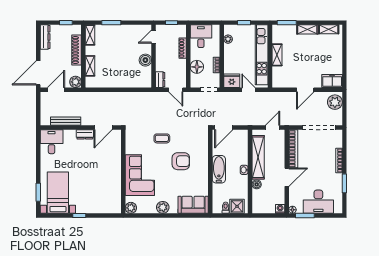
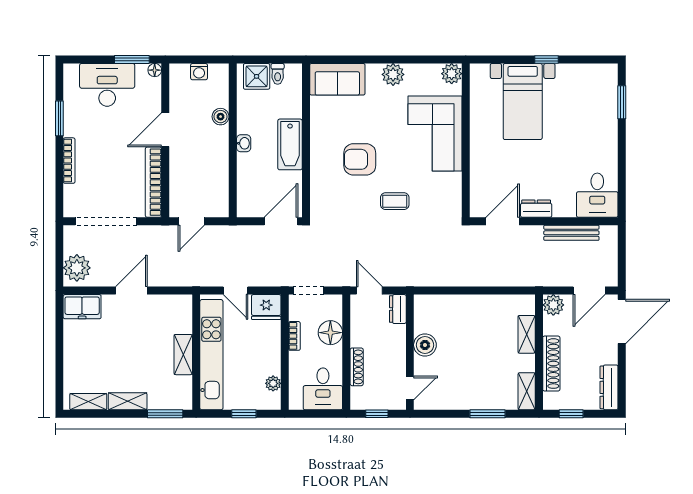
shelving: (258, 157) -> (218, 167), removed
bed with nightstands: (58, 193) -> (523, 102), moved
washing machine: (280, 209) -> (199, 72), moved

